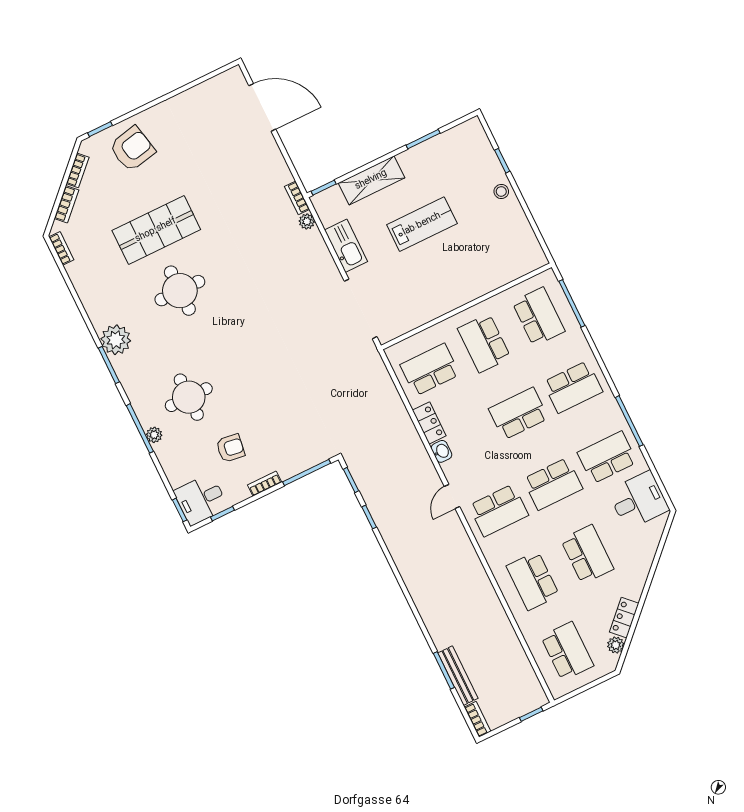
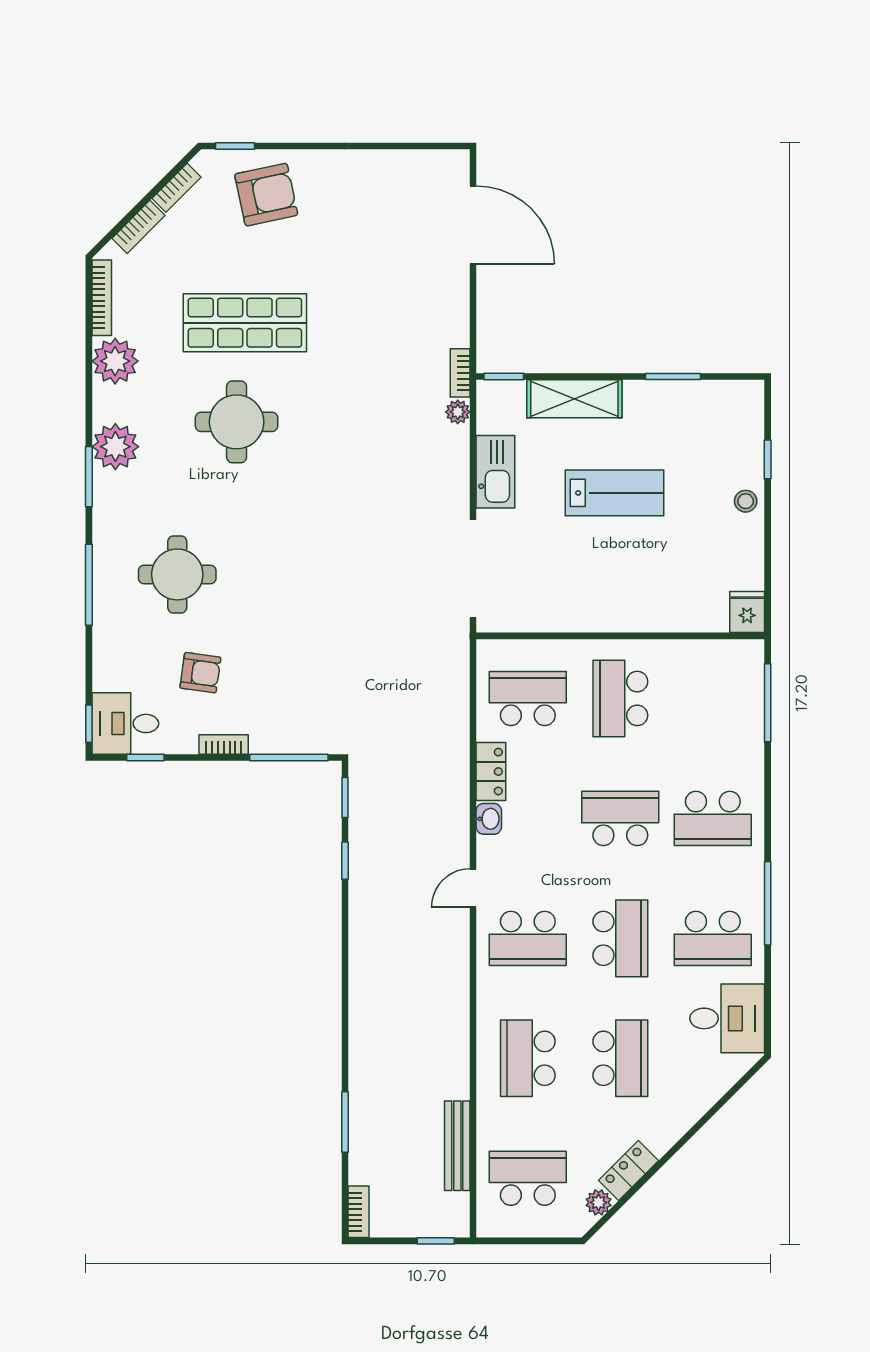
bookcase: (61, 248) -> (102, 298), width x1.56
fridge: (534, 256) -> (747, 612), added
school desk: (538, 317) -> (713, 698), removed
plant: (154, 435) -> (115, 361), moved, width x1.88, depth x1.88
school desk: (607, 457) -> (713, 938), turned 180
school desk: (553, 484) -> (620, 938), turned -90
school desk: (567, 651) -> (528, 1178), turned -90
bench: (458, 676) -> (457, 1146), moved

